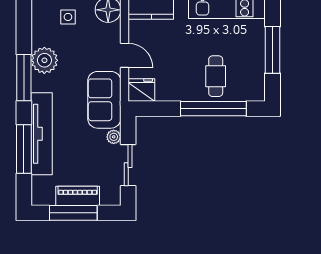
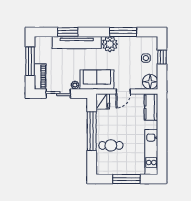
plant: (44, 60) -> (110, 44), moved
window: (24, 78) -> (123, 32), moved
window: (213, 109) -> (92, 131), moved
window: (24, 149) -> (68, 32), width x0.69
piano: (78, 196) -> (40, 76), moved

